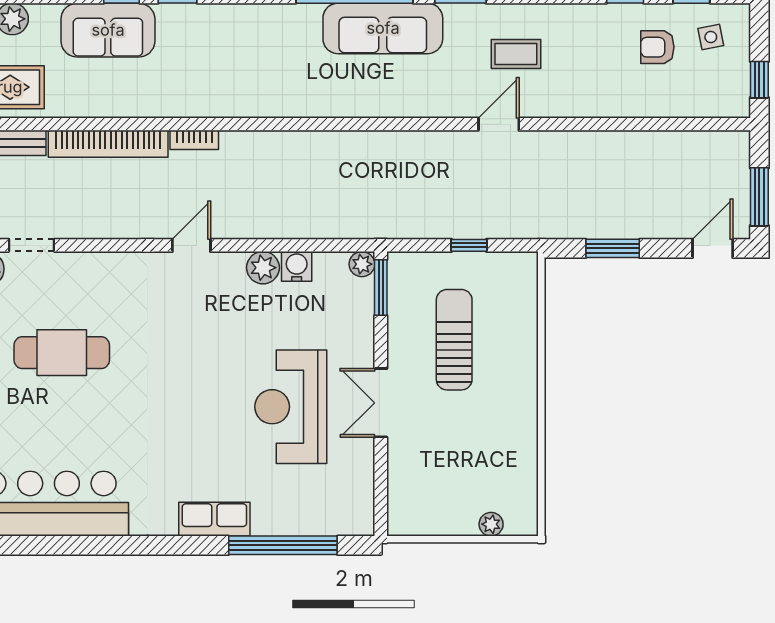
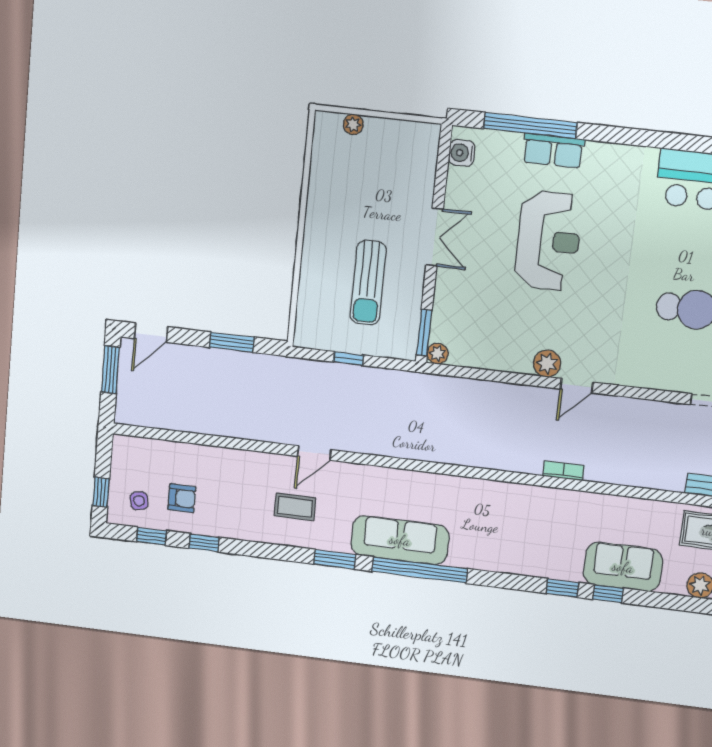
window: (759, 80) -> (101, 492), moved
bookcase: (108, 144) -> (635, 476), removed
water cooler: (297, 266) -> (462, 153), moved, turned 90
plant: (263, 268) -> (547, 364), moved
reception desk: (291, 407) -> (548, 241), moved
row of seats: (214, 519) -> (553, 151), moved

